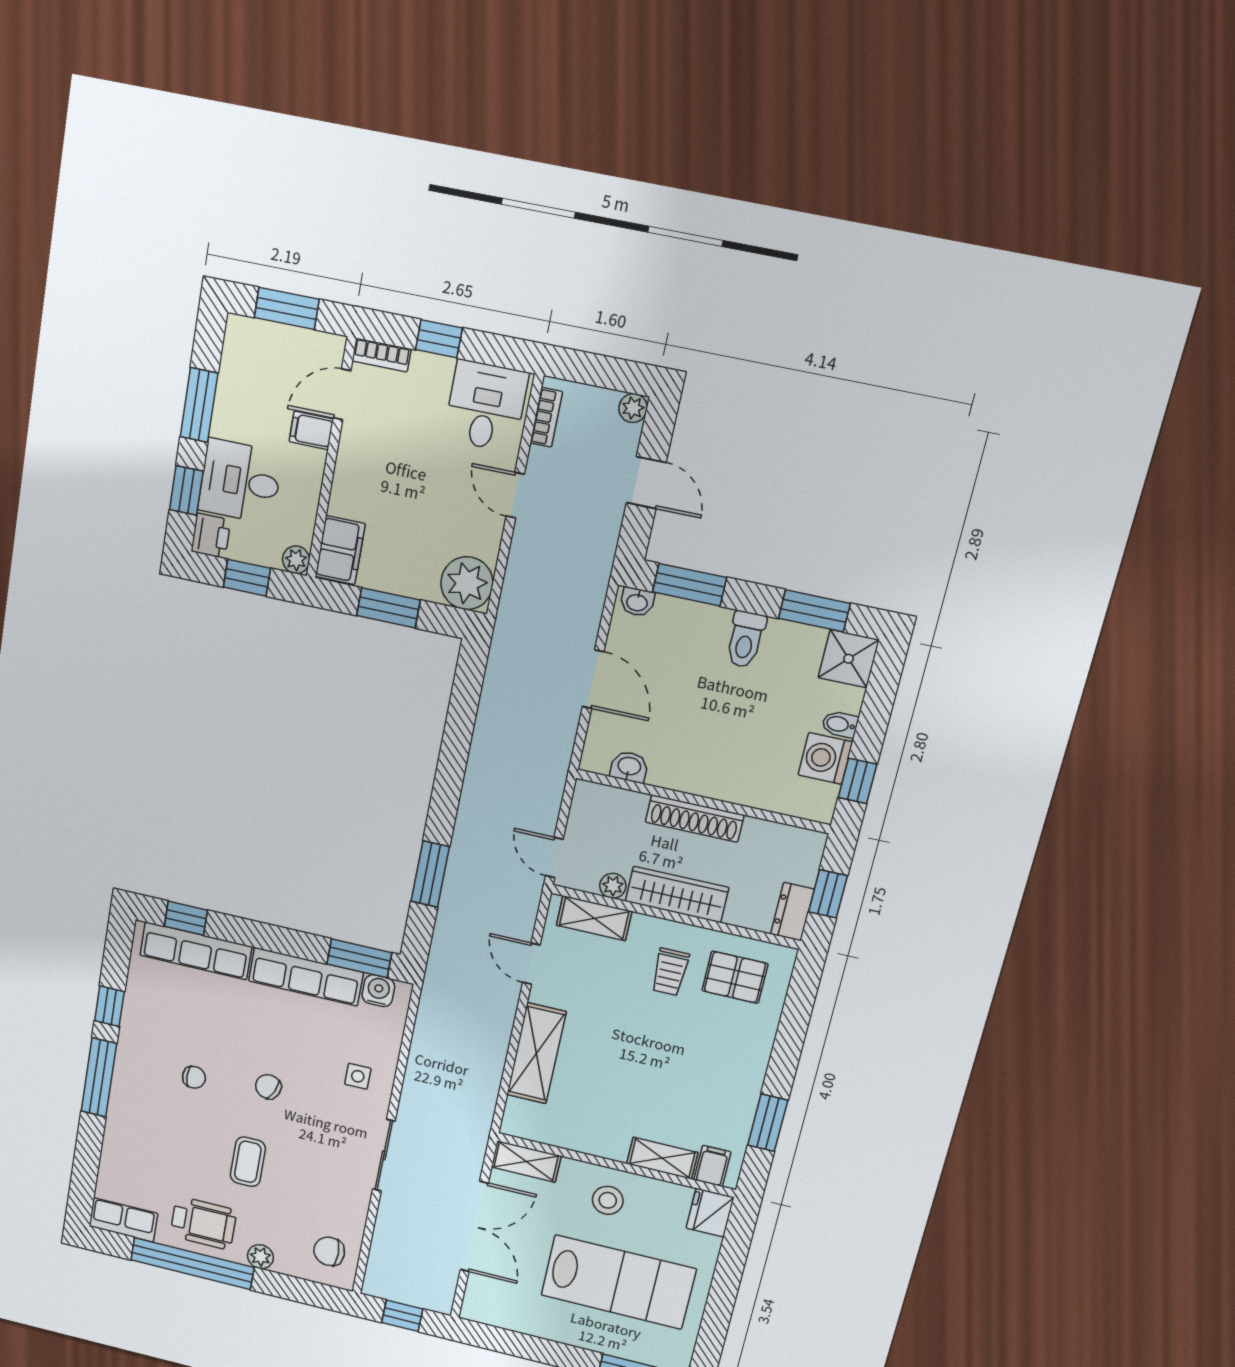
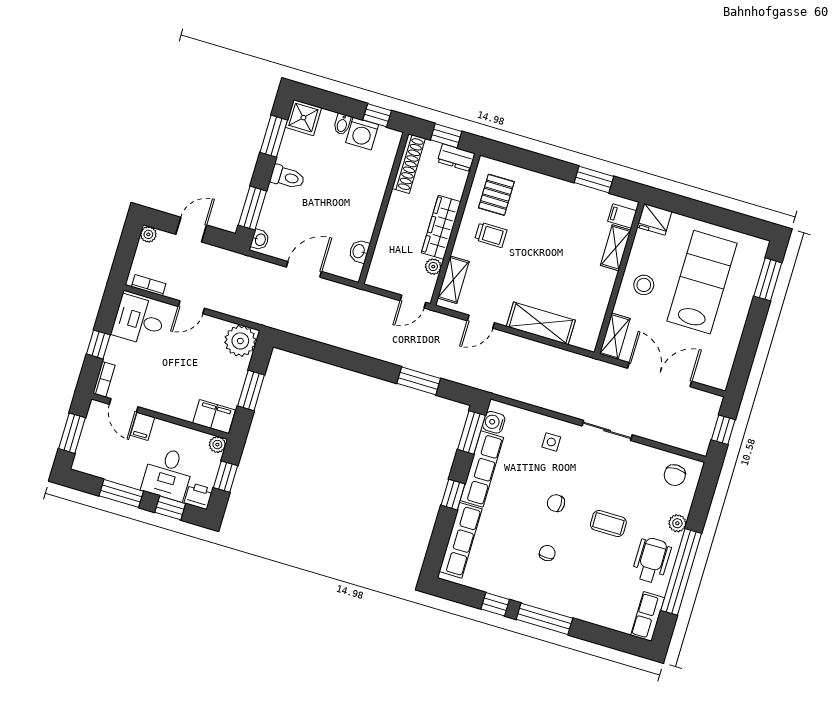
shoe rack: (695, 819) -> (409, 164), moved
window: (186, 918) -> (453, 495), moved
chair: (268, 1087) -> (556, 503), turned 66

